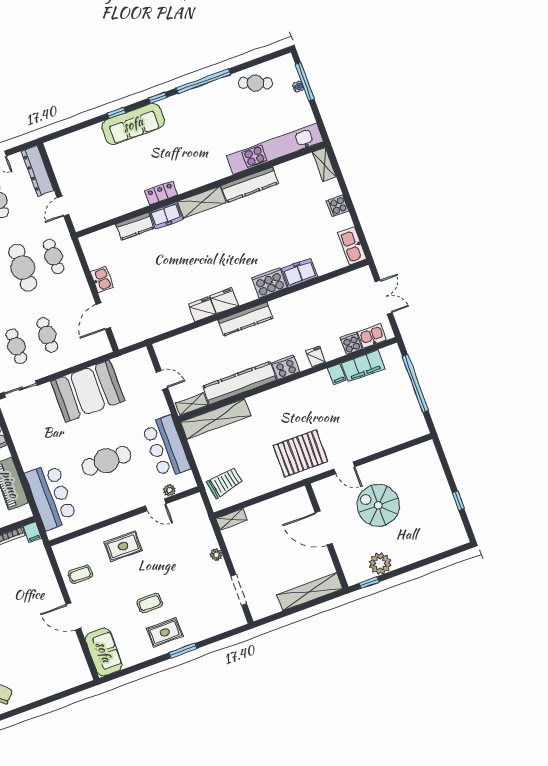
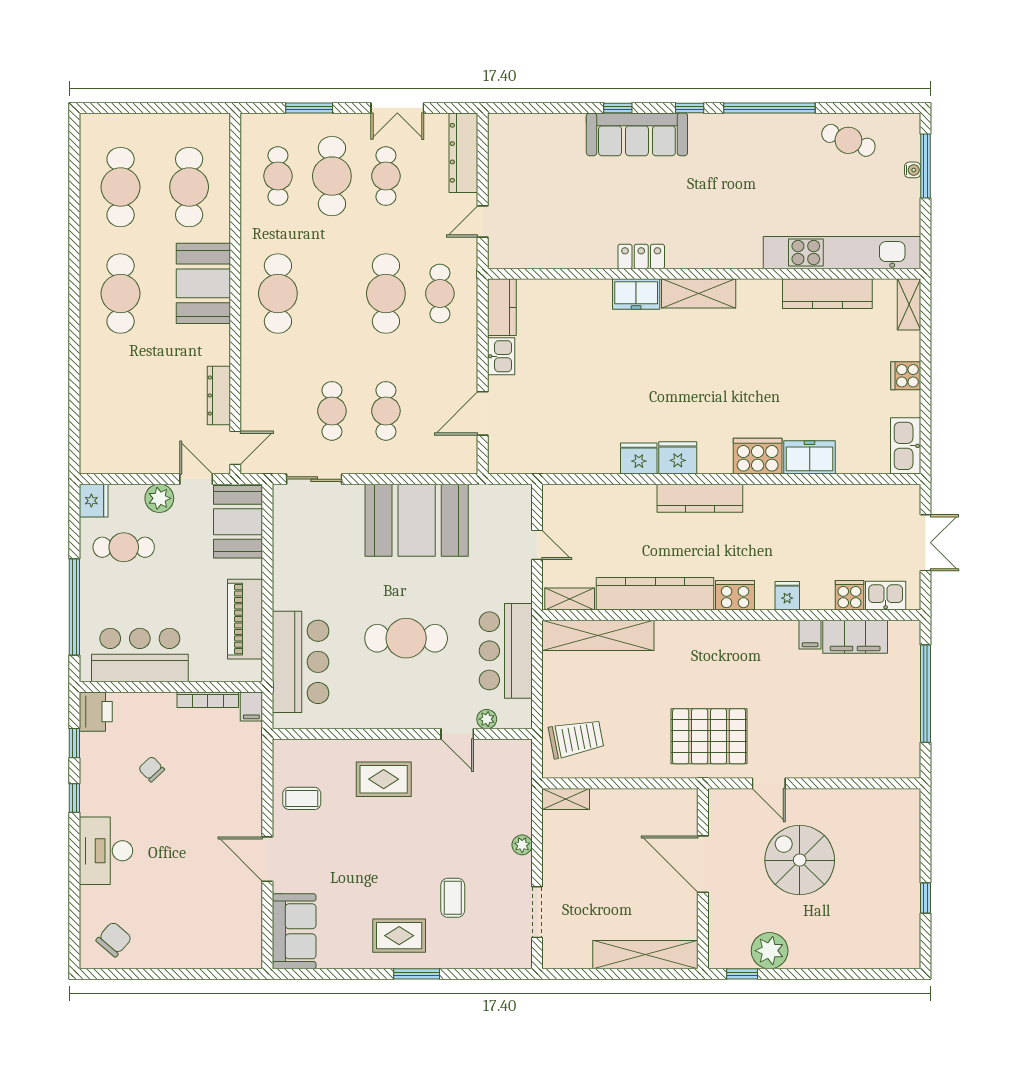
kitchen counter: (250, 185) -> (827, 294), moved
kitchen counter: (135, 226) -> (502, 307), moved, turned -90
coffee table: (150, 603) -> (453, 898), moved, turned 90

